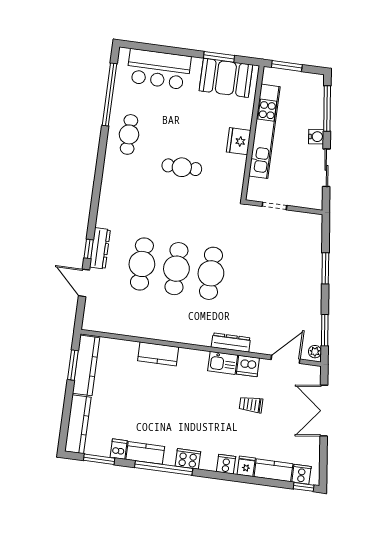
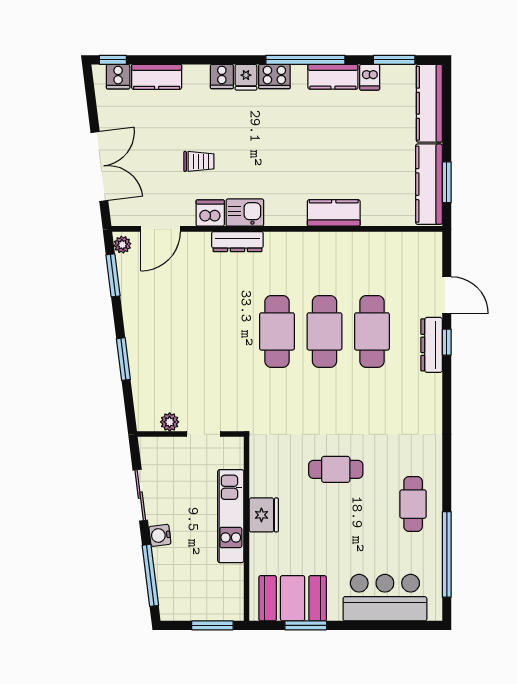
kitchen unit: (264, 131) -> (231, 516), width x0.73
plant: (298, 218) -> (170, 422), added
fridge: (246, 466) -> (246, 77), moved

